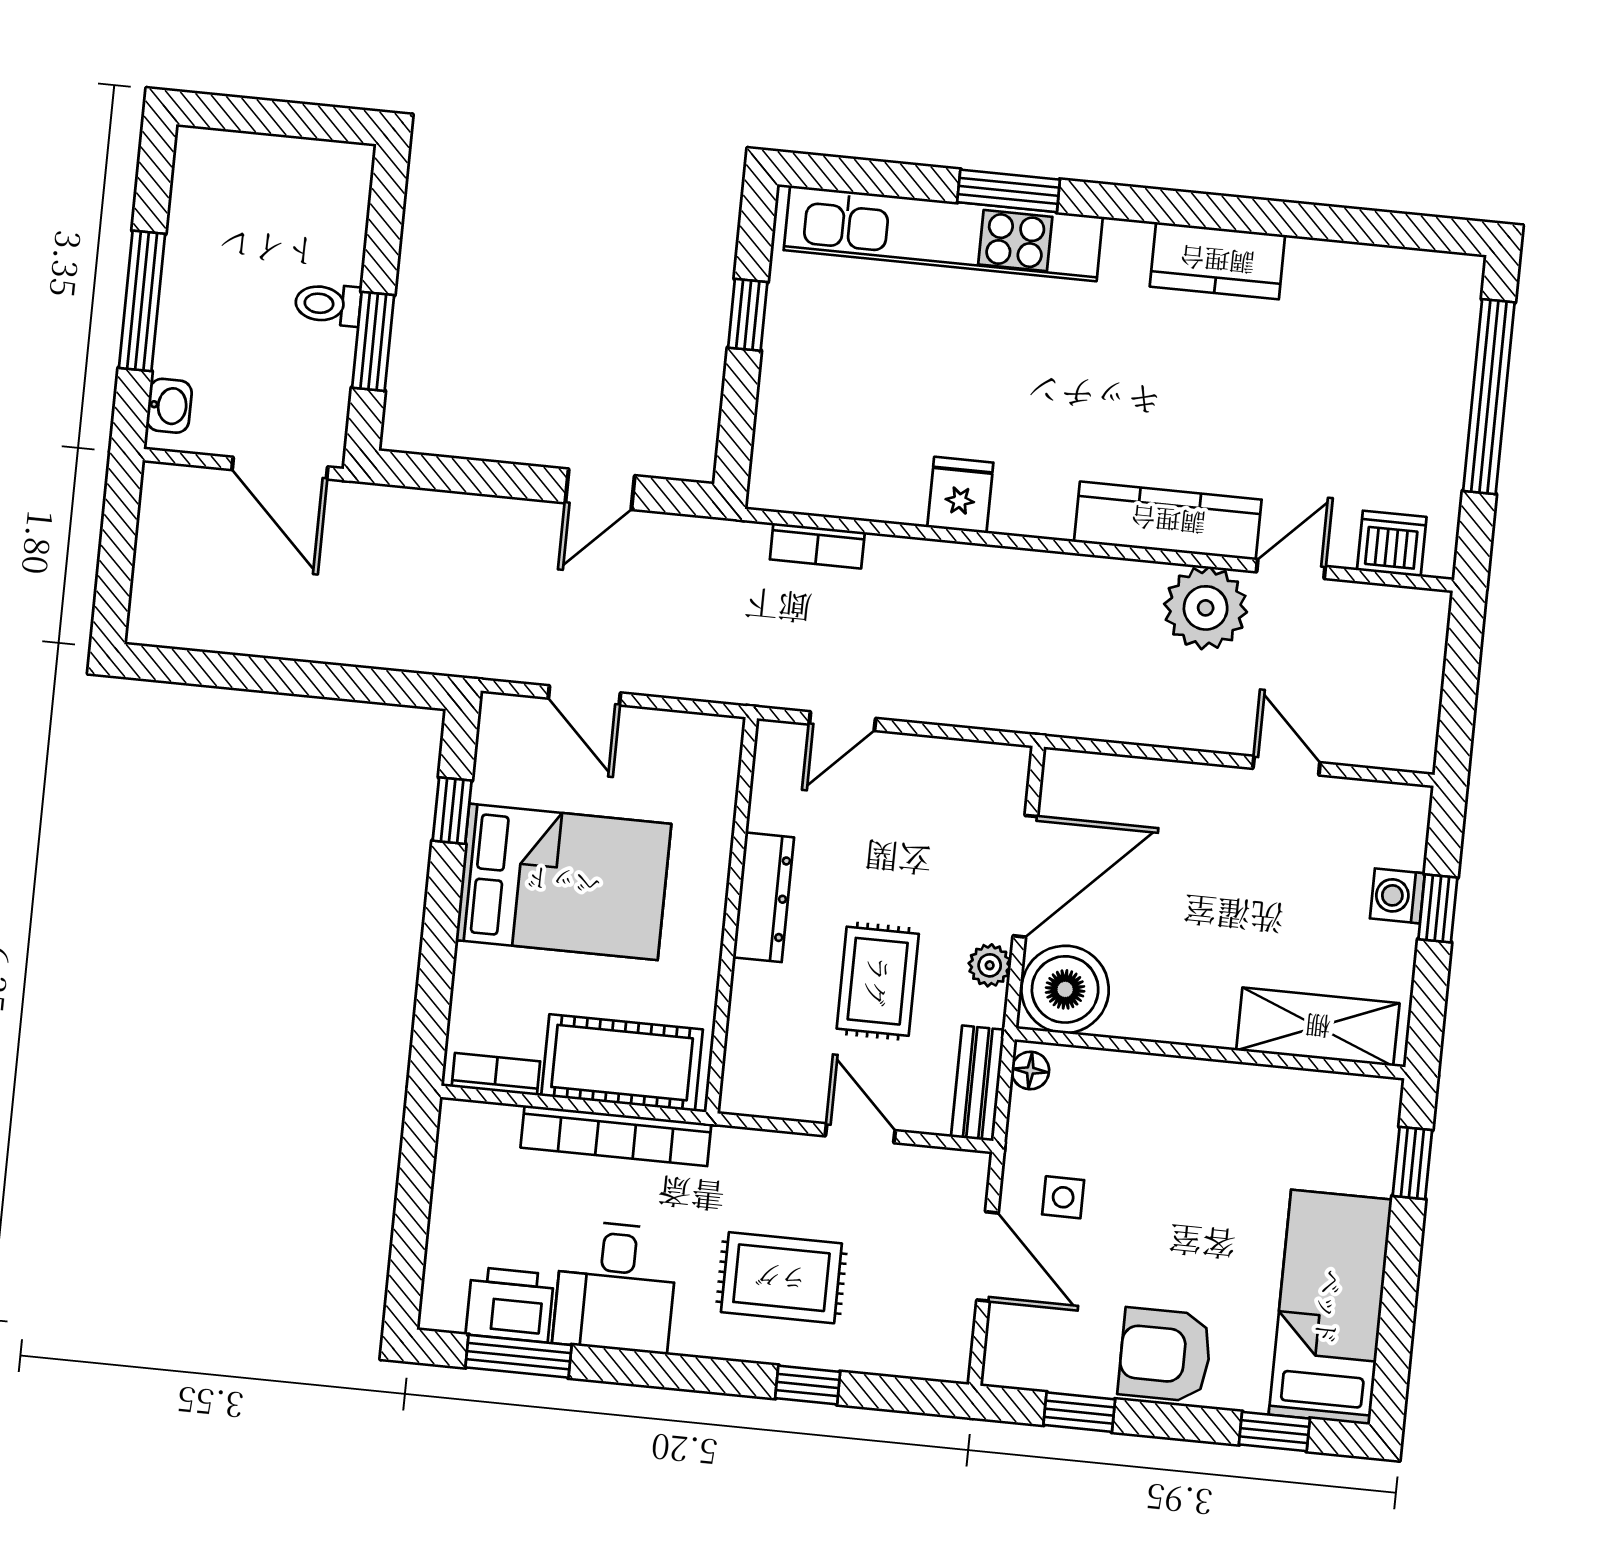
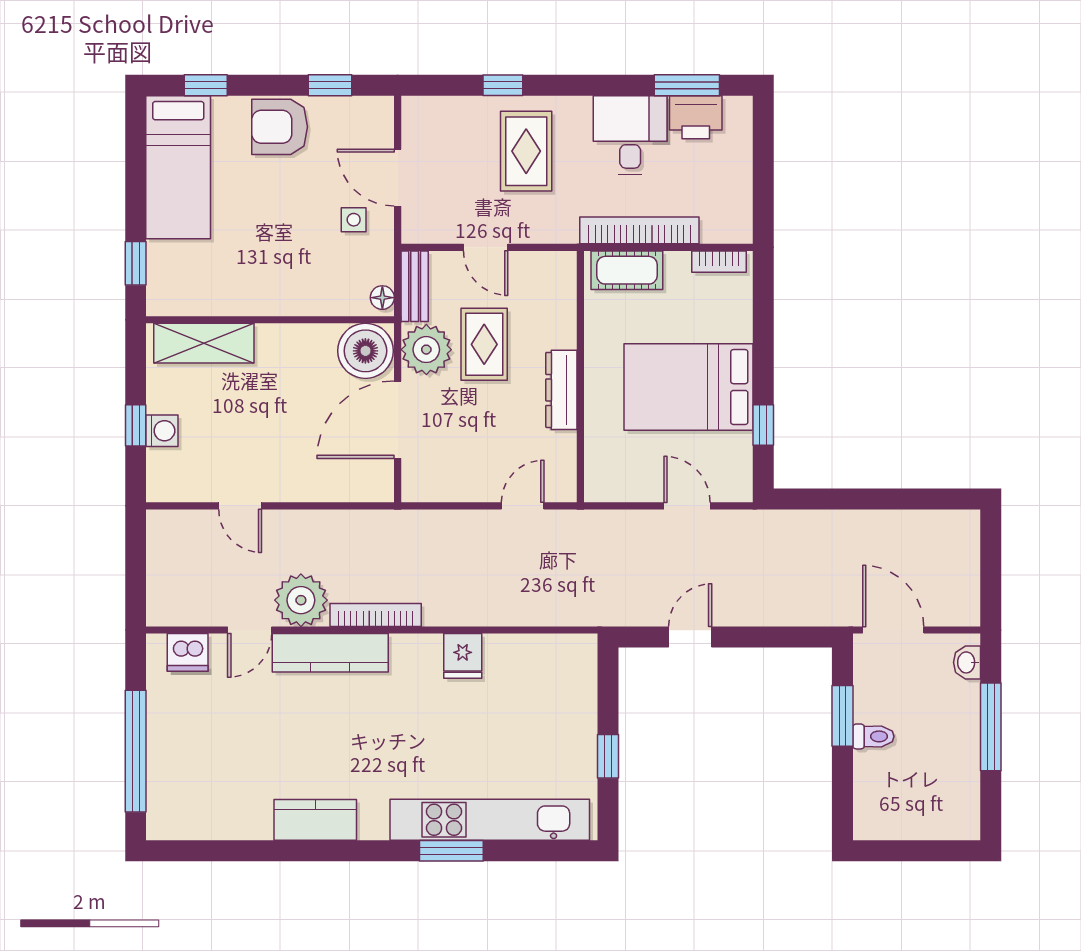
bookcase: (817, 546) -> (376, 615), moved, width x1.56
plant: (990, 965) -> (426, 350), width x1.88, depth x1.88
cot: (622, 1063) -> (627, 270), width x0.73, depth x0.75
rug: (781, 1278) -> (526, 151), turned 90
armchair: (1165, 1355) -> (280, 127), turned 180

